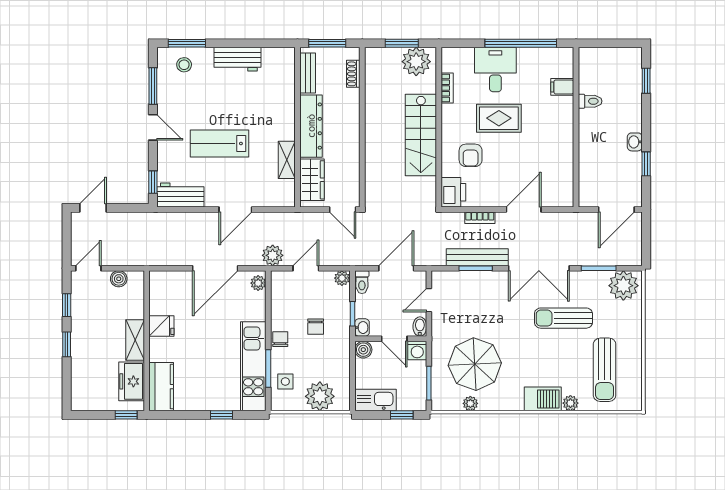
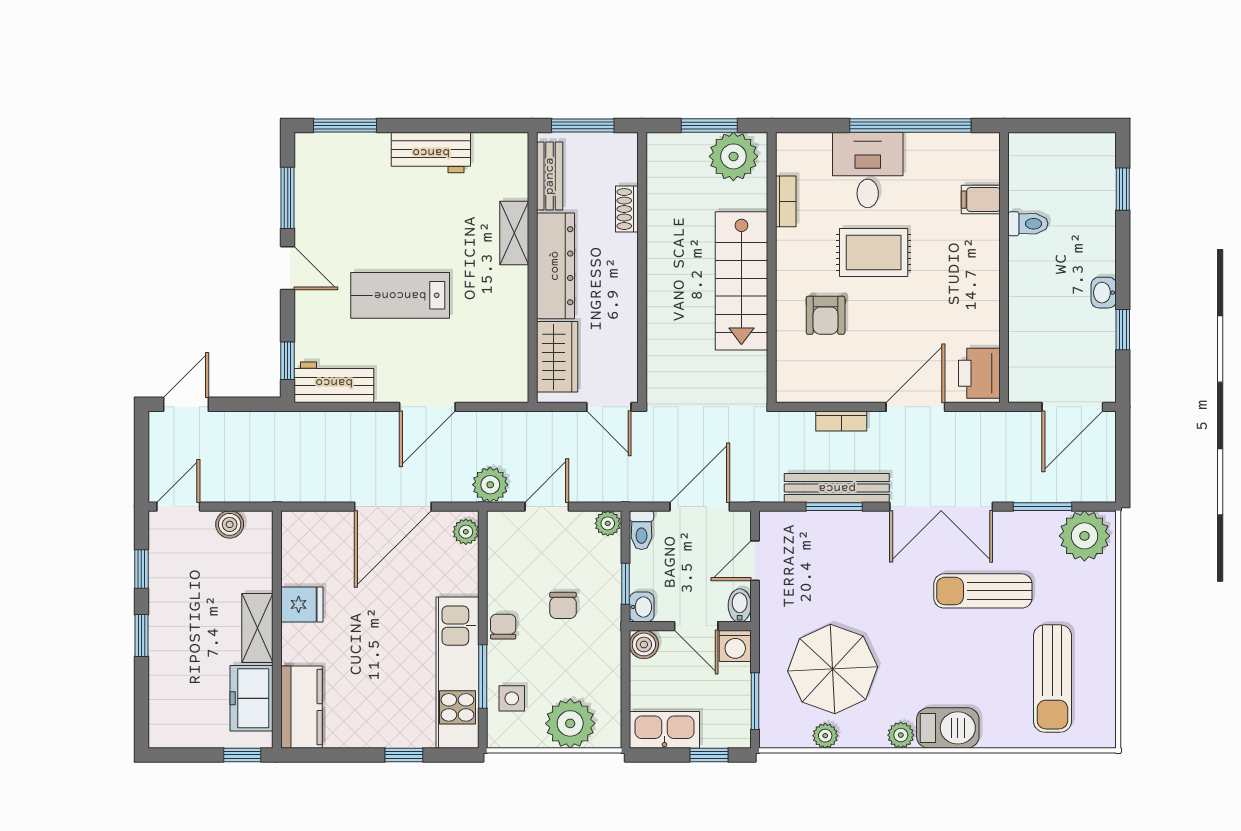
stool: (184, 65) -> (340, 162), removed
shoe rack: (353, 74) -> (627, 209), moved
shelving: (287, 160) -> (514, 233), moved
printer: (453, 192) -> (979, 373), moved, turned 180
plant: (570, 403) -> (901, 735), moved

